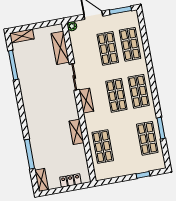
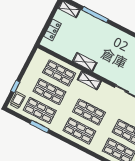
shelving: (86, 101) -> (89, 80), moved
shop shelf: (125, 142) -> (49, 92), added
trolley: (153, 164) -> (18, 100), added

